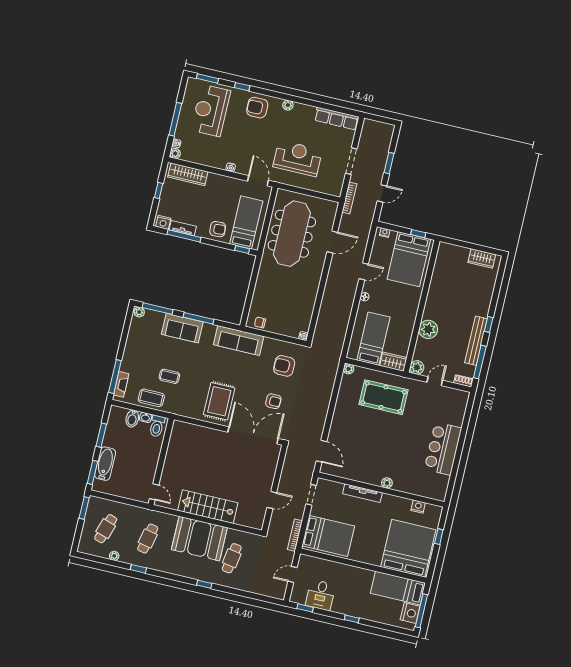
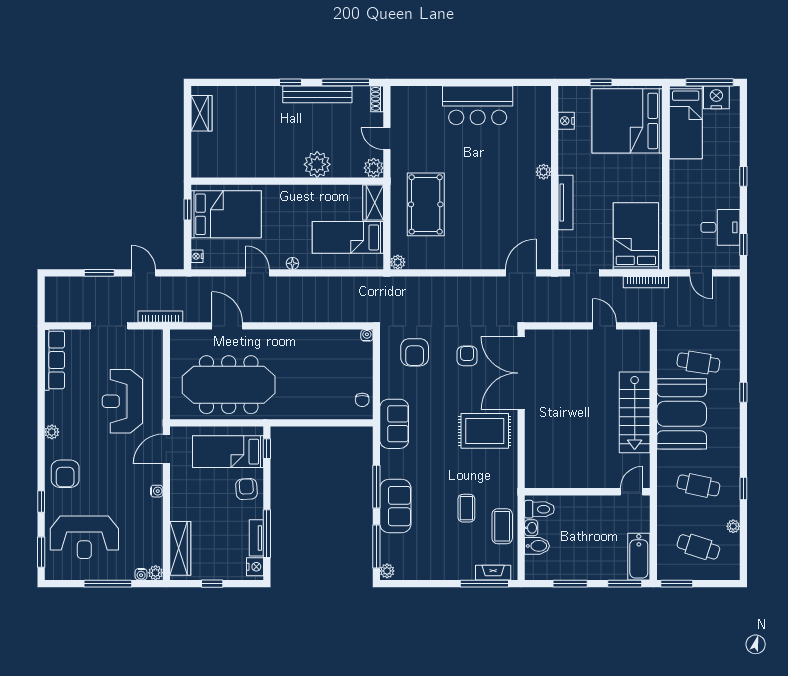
sofa: (239, 340) -> (394, 424), width x0.73
bathtub: (105, 464) -> (639, 557), moved, turned -90

